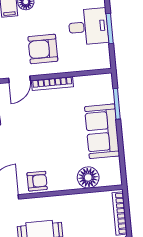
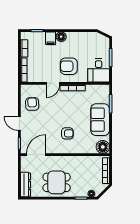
desk: (88, 27) -> (99, 70), moved, turned 90
floor lamp: (88, 177) -> (103, 147), moved
armchair: (37, 181) -> (67, 133), moved

